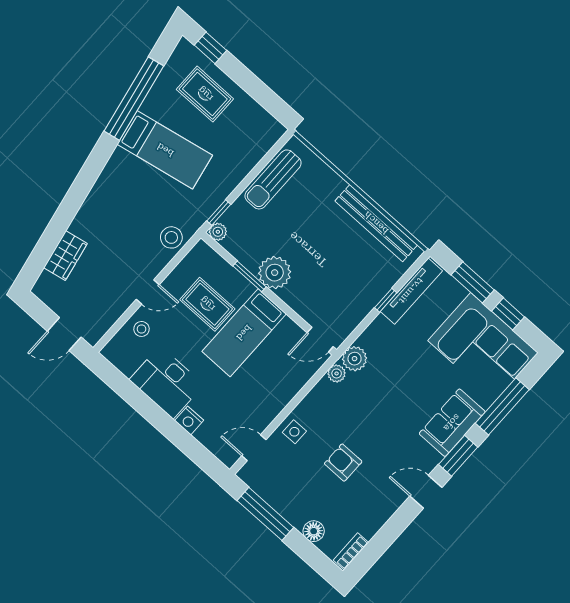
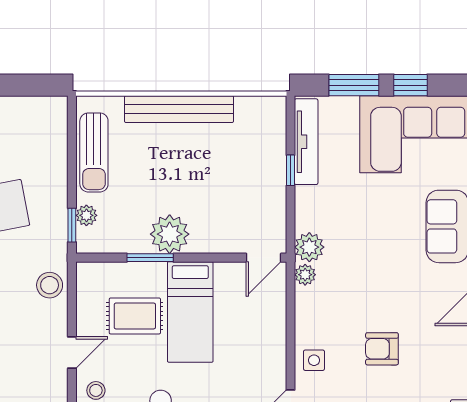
bench: (376, 223) -> (179, 109), moved
plant: (218, 232) -> (86, 215), moved

